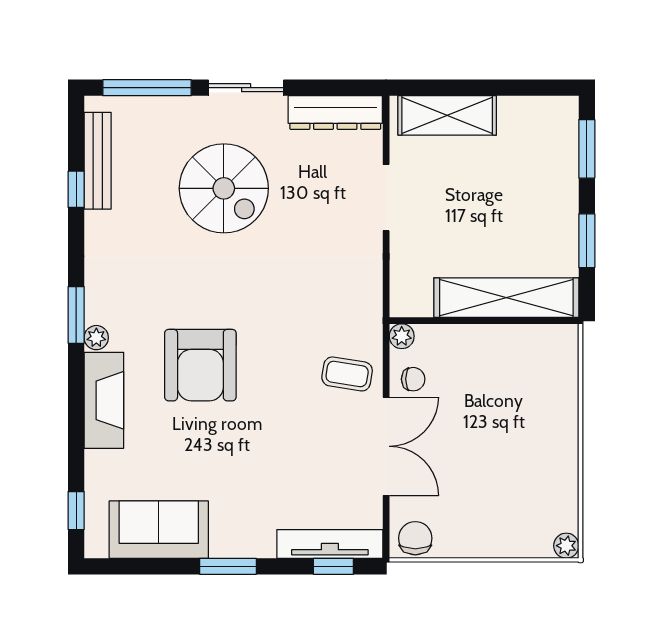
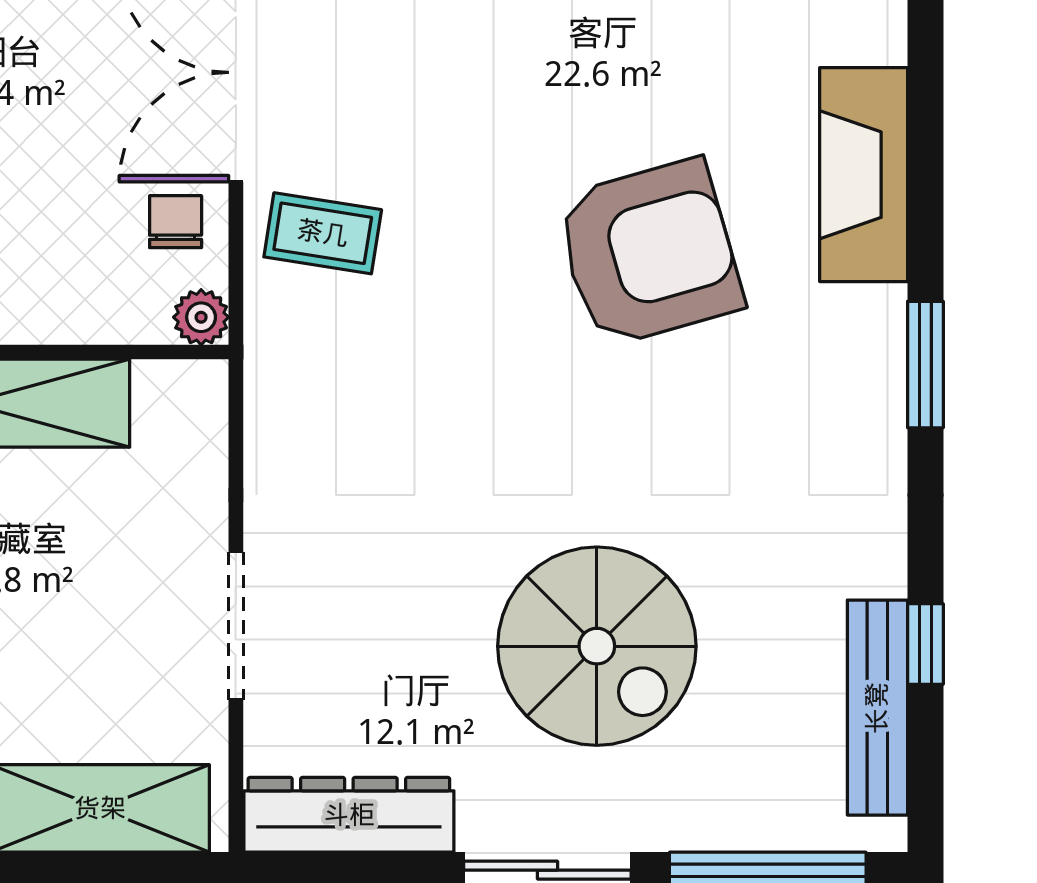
spiral stairs: (224, 188) -> (597, 646), turned 180
plant: (96, 338) -> (881, 314), removed
armchair: (200, 365) -> (649, 253), turned 74
chair: (413, 379) -> (176, 222), turned 90

